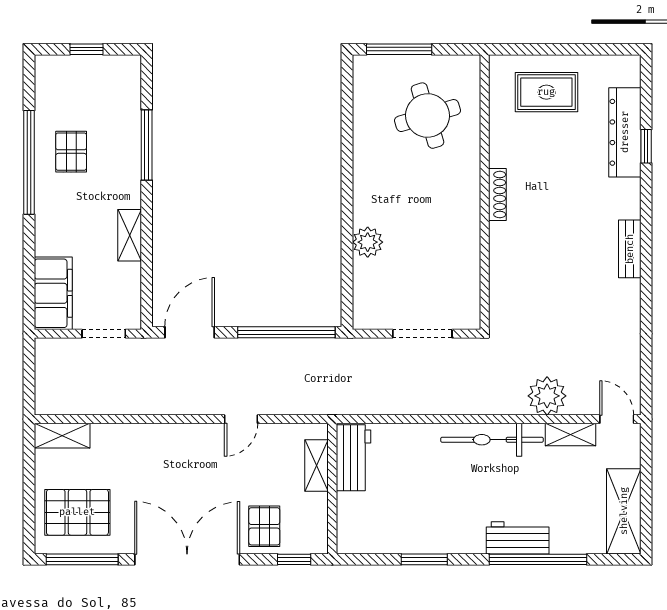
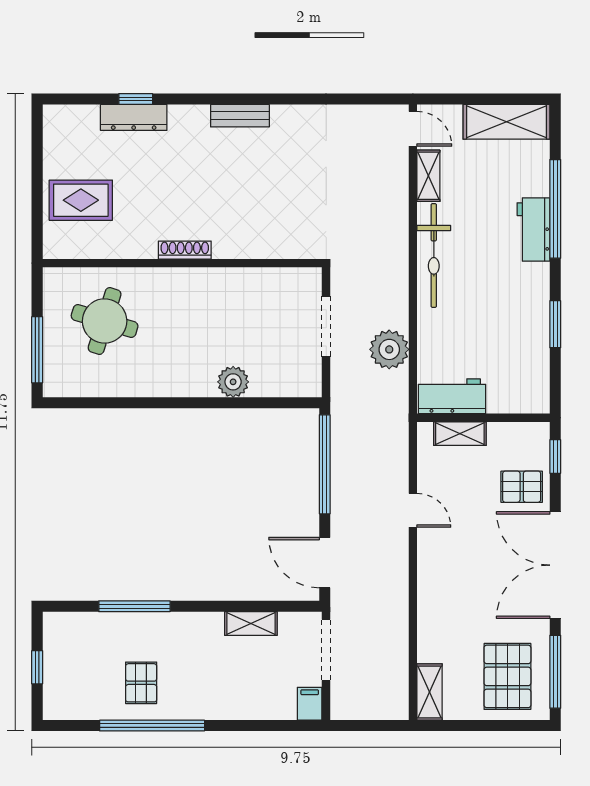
rug: (546, 92) -> (81, 200), turned 90
round table: (427, 116) -> (105, 321), turned 34
dresser: (625, 132) -> (134, 117), width x0.73, depth x0.80
pallet: (71, 152) -> (141, 683), turned 90
shelving: (130, 235) -> (251, 623), moved
filing cabinet: (53, 293) -> (310, 704), width x0.33, depth x0.86
doorway: (104, 334) -> (326, 650), width x1.38
plant: (547, 396) -> (389, 349), moved
door: (617, 419) -> (413, 129), swing flipped

